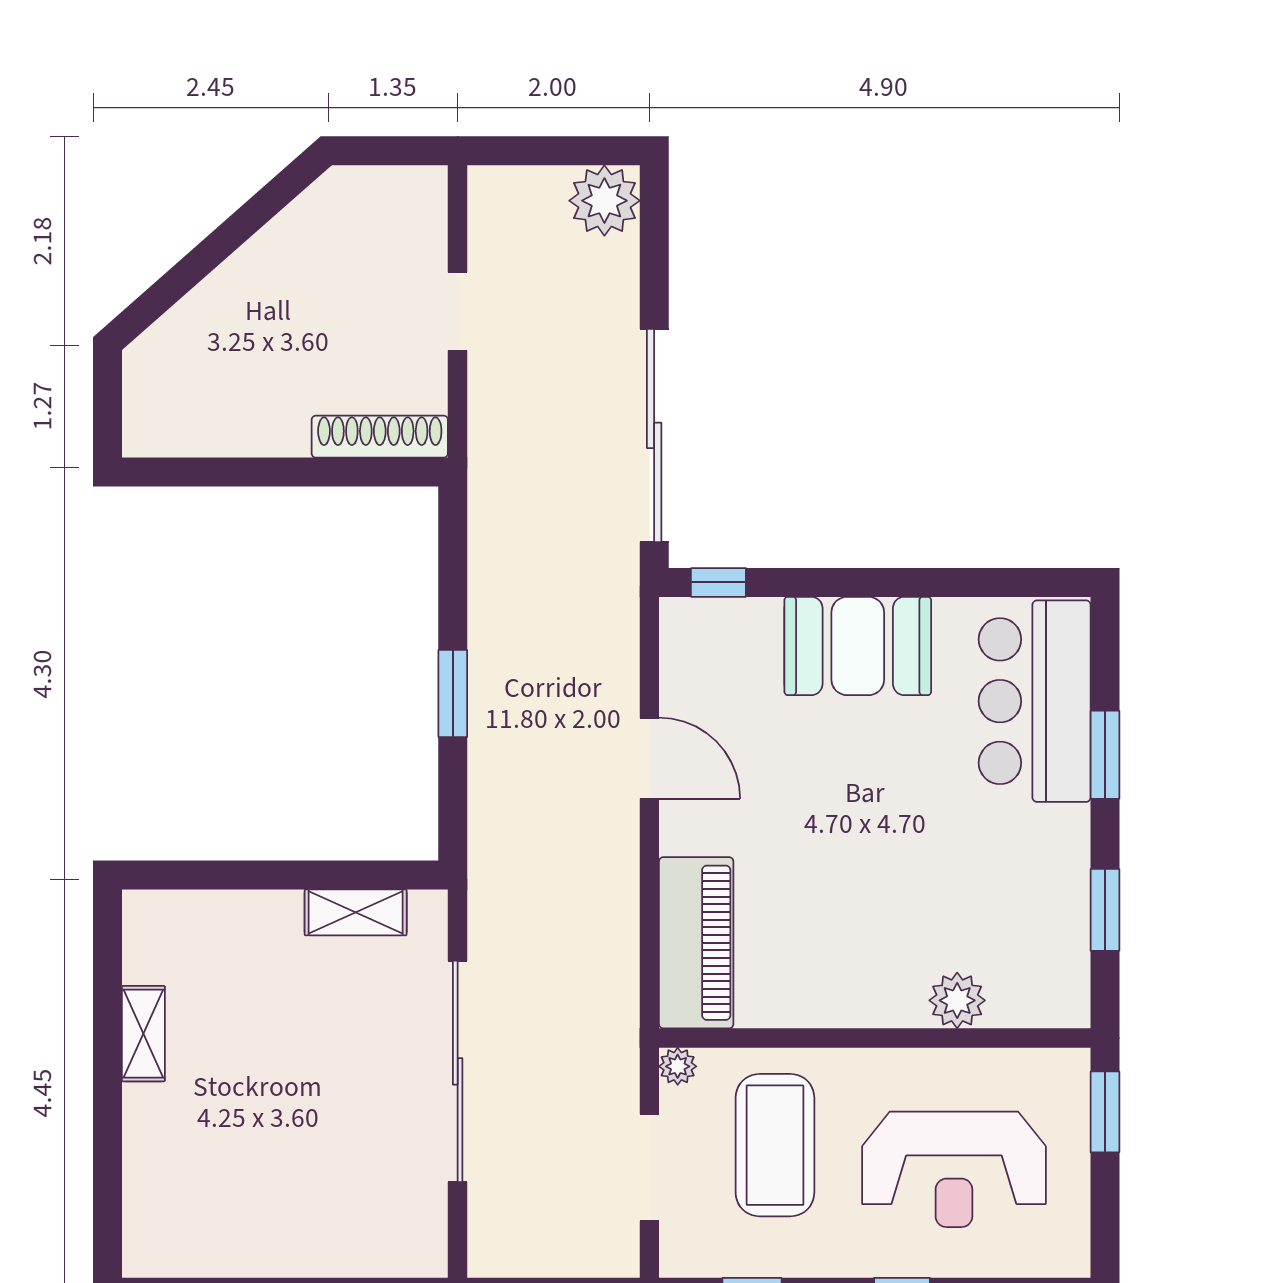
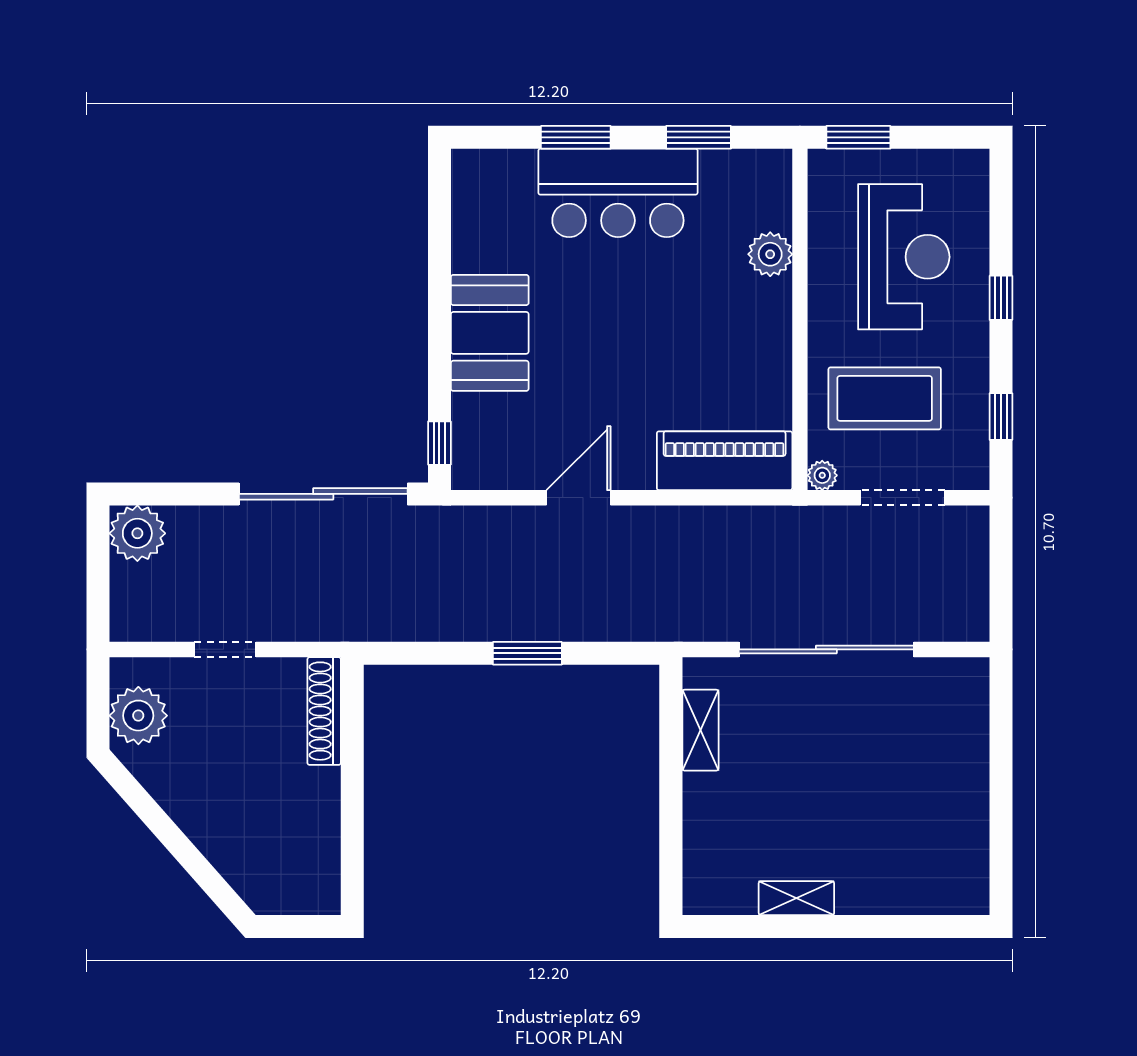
plant: (374, 202) -> (138, 716), added
bar counter: (1035, 701) -> (618, 193), moved

